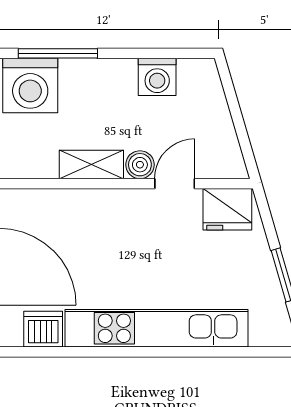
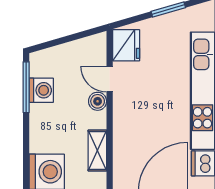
window: (58, 53) -> (26, 87), moved
shelving: (91, 164) -> (97, 151), moved

